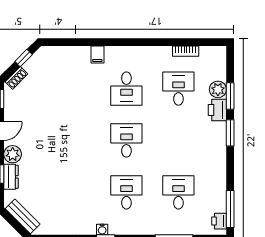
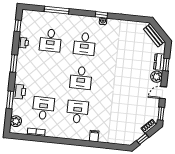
desk: (178, 89) -> (43, 108), turned 180
plant: (218, 89) -> (16, 121), moved
window: (230, 133) -> (14, 63), moved
window: (230, 209) -> (18, 26), width x0.46
printer: (219, 221) -> (23, 43), moved

